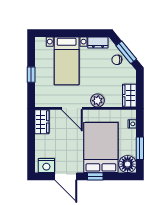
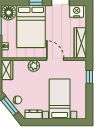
window: (31, 75) -> (89, 77), moved
wardrobe: (42, 122) -> (80, 43), width x1.50

